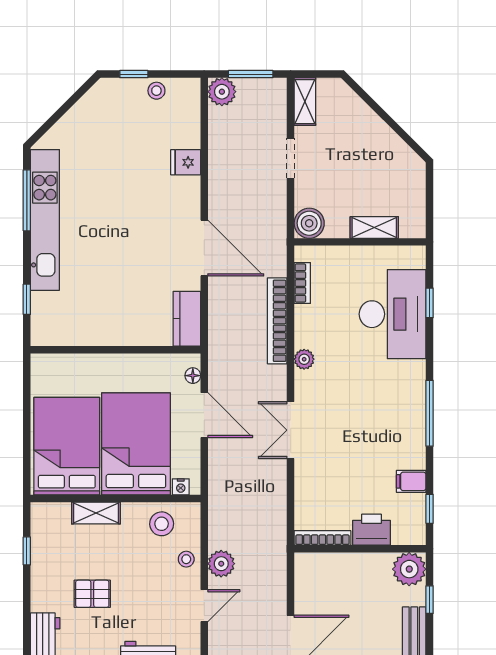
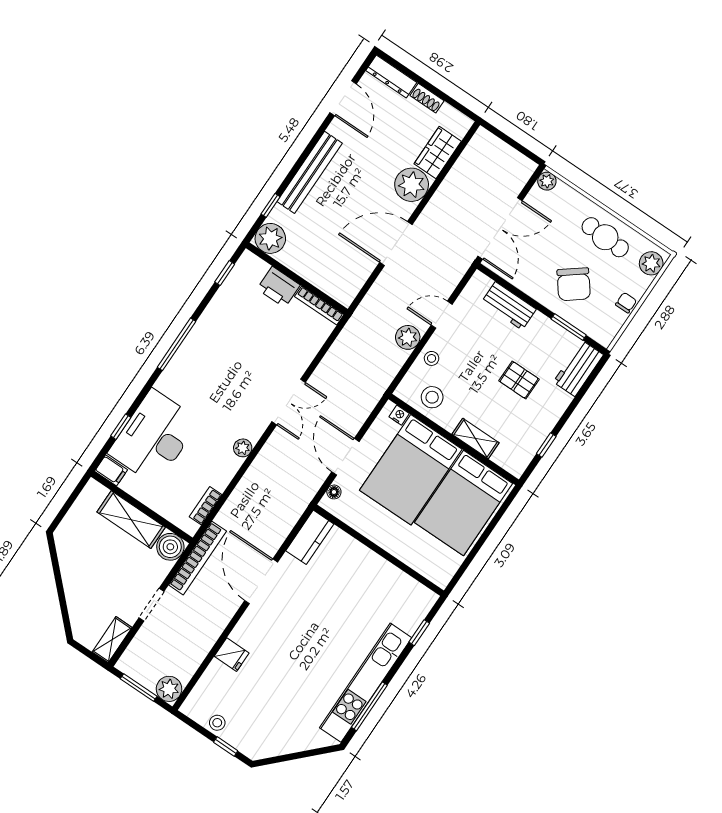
shelving: (374, 227) -> (131, 520), width x1.50, depth x1.33
bookcase: (277, 321) -> (198, 558), moved
filing cabinet: (411, 481) -> (111, 470), moved

